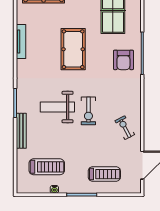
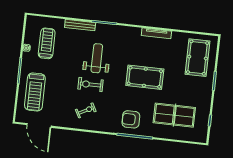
exercise bike: (125, 128) -> (86, 110), moved
treadmill: (47, 167) -> (47, 43), turned 180
treadmill: (104, 174) -> (35, 92), width x1.37, depth x1.38

